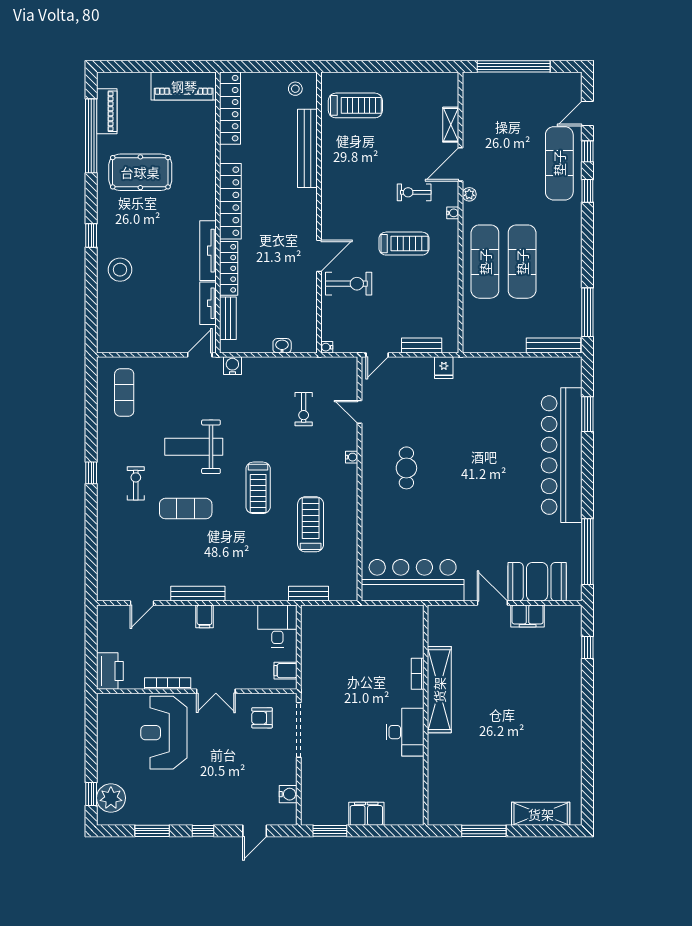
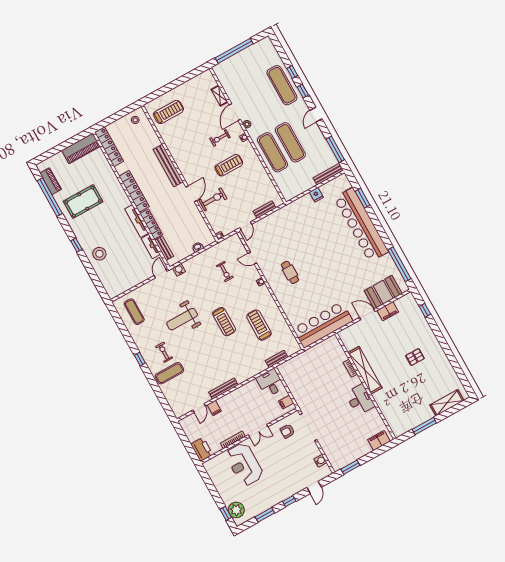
door: (587, 113) -> (316, 115), moved
bench: (307, 148) -> (168, 166), moved
fridge: (444, 368) -> (316, 195), moved
exercise mat: (186, 509) -> (169, 373), moved
filing cabinet: (204, 616) -> (214, 408), moved
pallet: (530, 713) -> (415, 357), added
filing cabinet: (366, 814) -> (379, 441), moved

